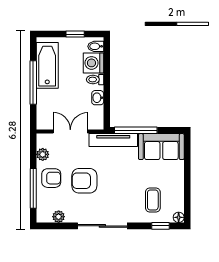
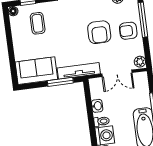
window: (136, 130) -> (60, 82), width x0.69
plant: (43, 154) -> (140, 62), moved
armchair: (84, 181) -> (99, 32), turned 90

